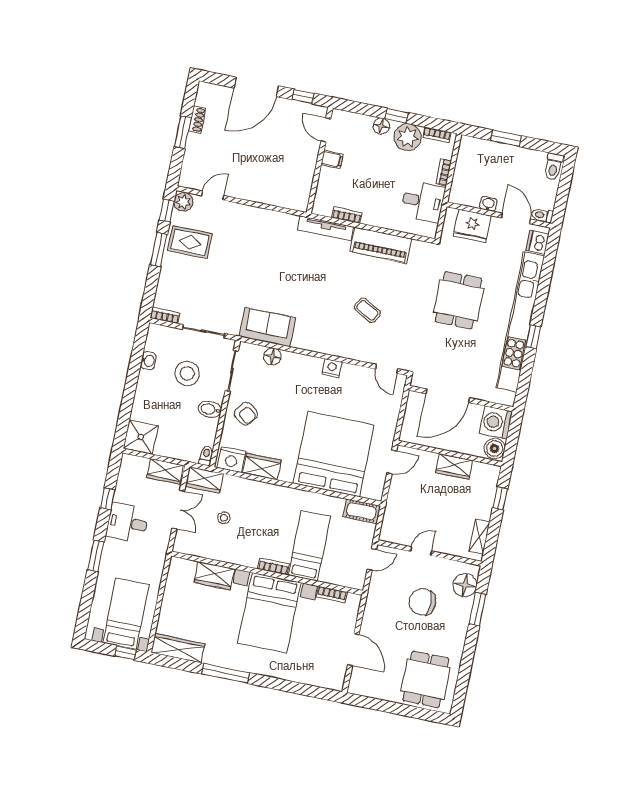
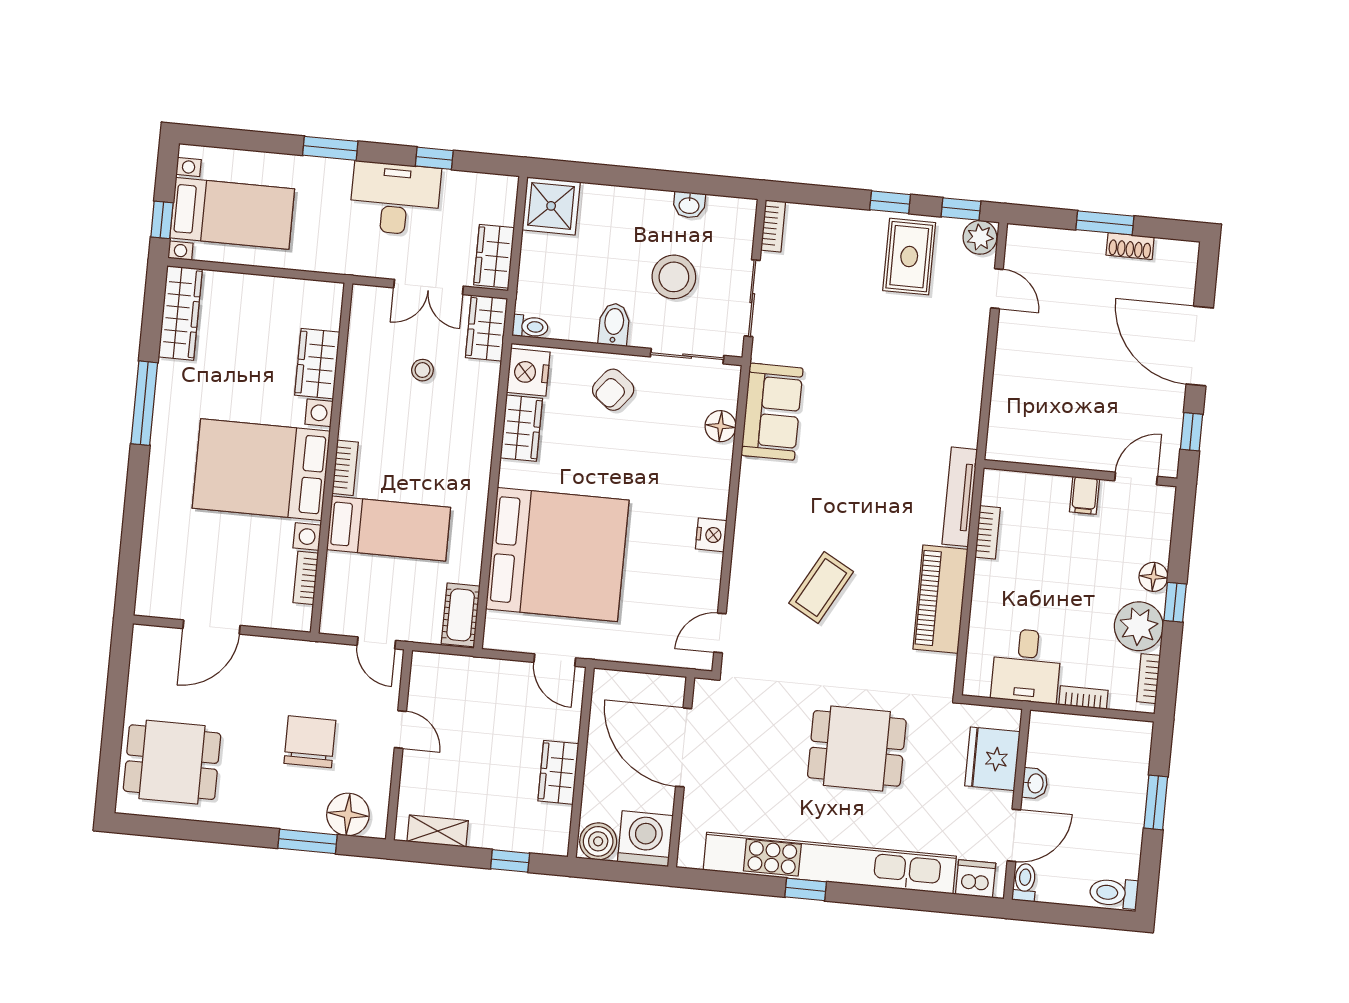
window: (159, 250) -> (890, 202), width x0.67
coffee table: (367, 310) -> (821, 587), width x1.36, depth x1.30
desk: (127, 523) -> (395, 199), width x1.37

